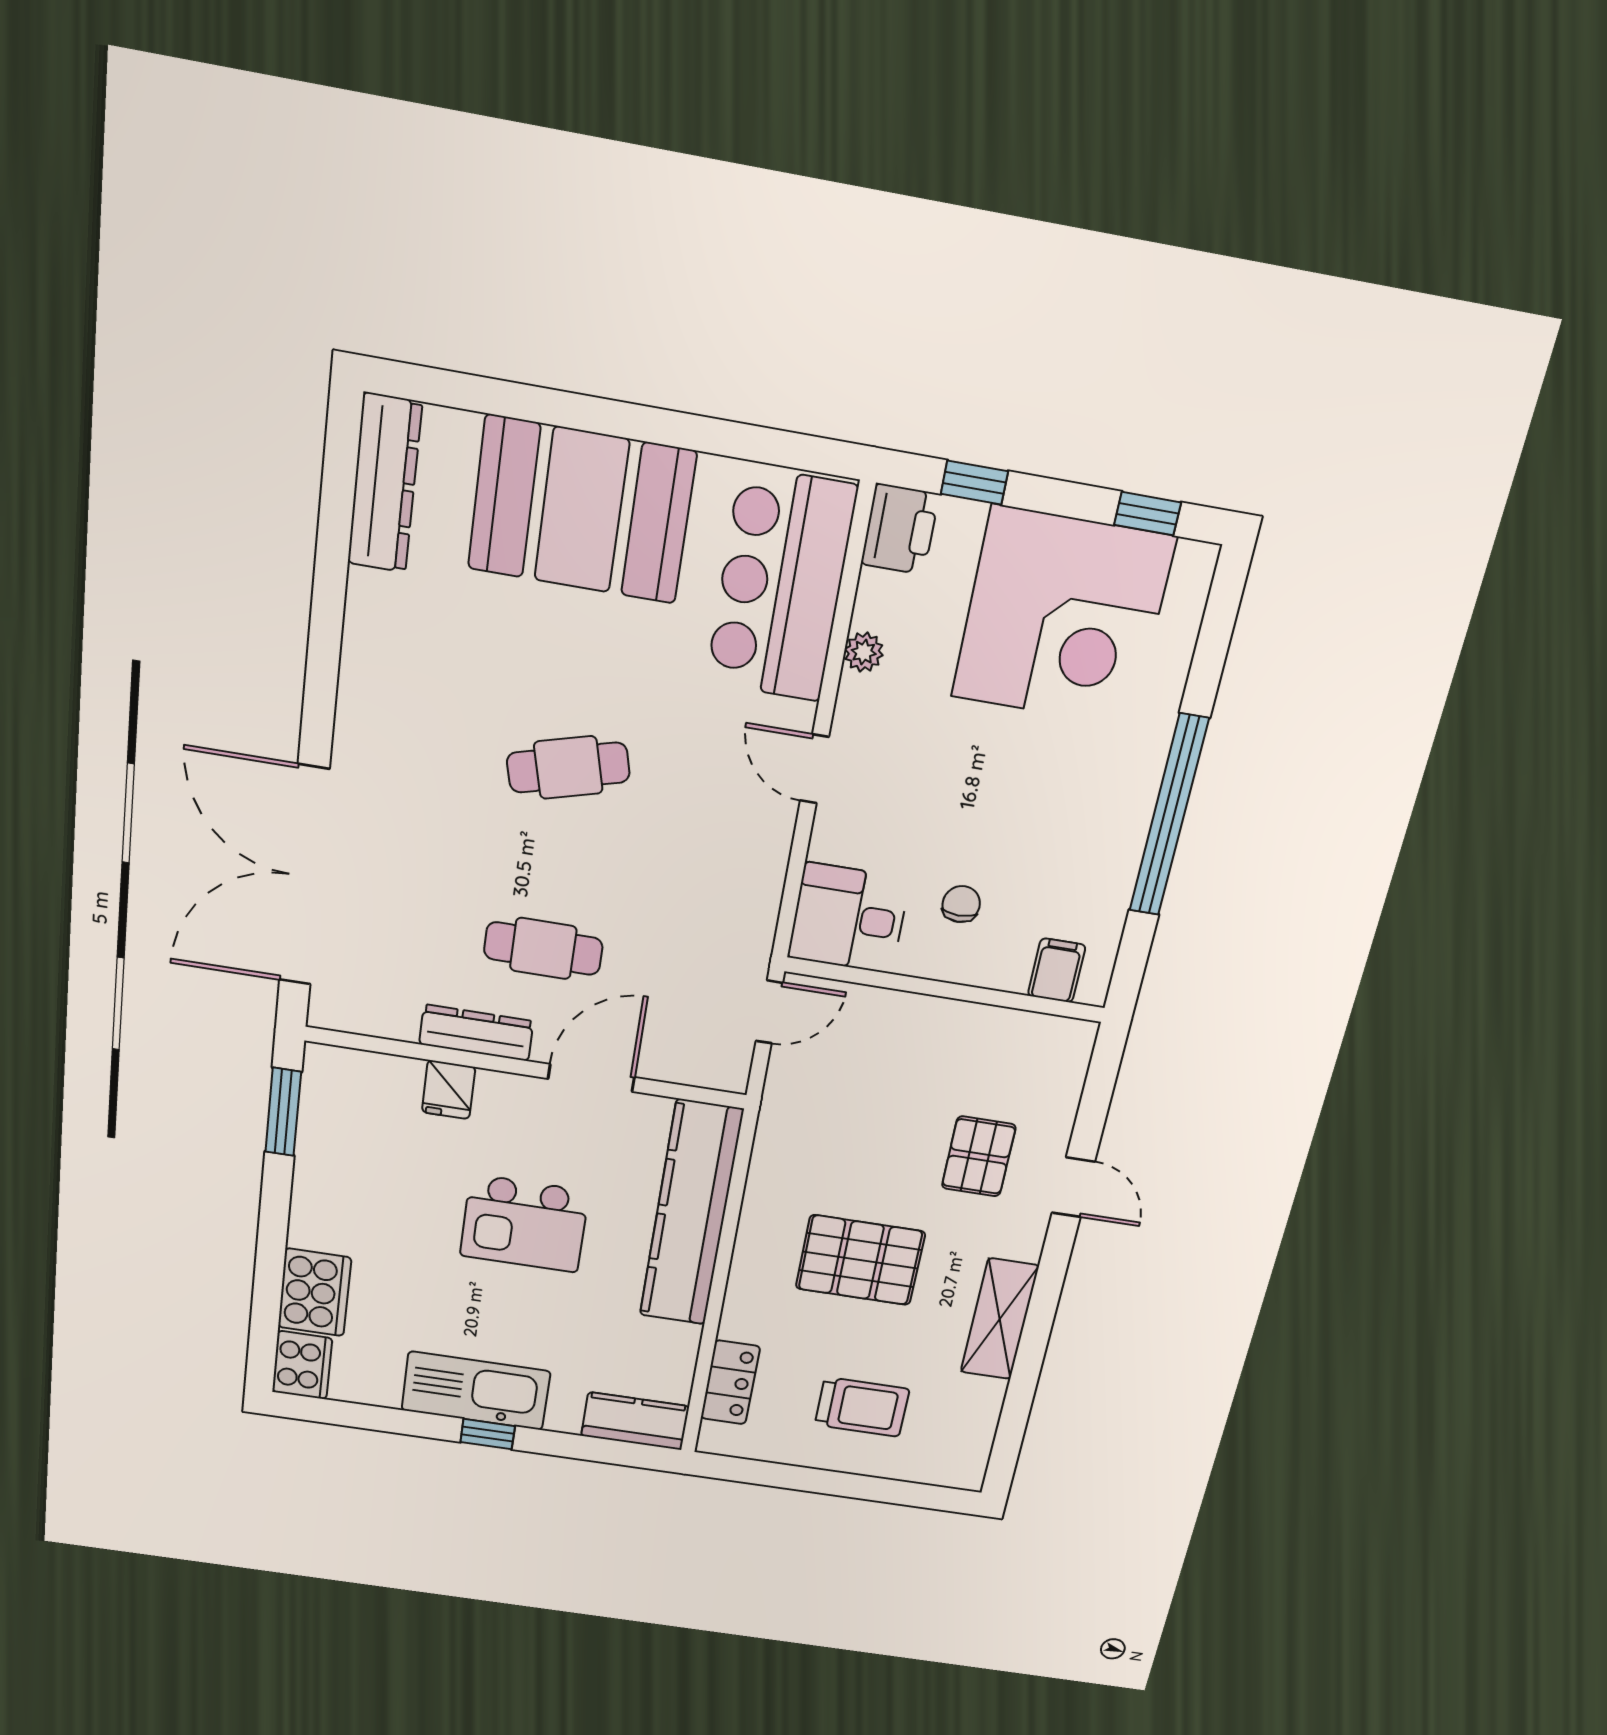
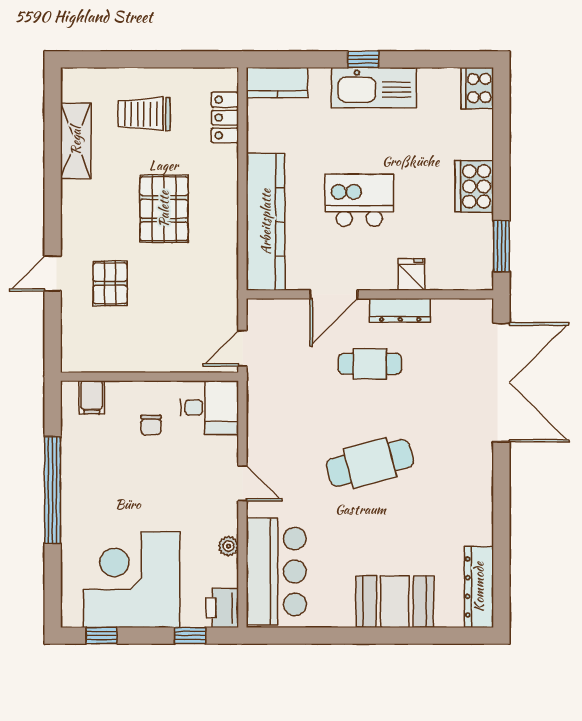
booth: (582, 510) -> (395, 602), width x0.73, depth x0.70
cafe table: (568, 767) -> (370, 463), width x1.37, depth x1.35
door: (1073, 1187) -> (53, 274), hinge flipped
pallet: (860, 1260) -> (164, 209), turned 90
cooker: (315, 1292) -> (474, 186), moved
shelving: (1000, 1319) -> (76, 141), moved

